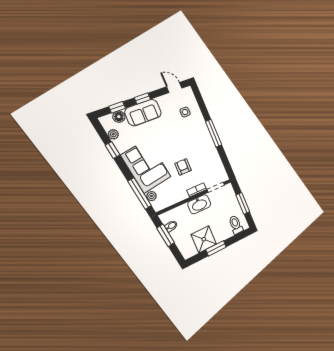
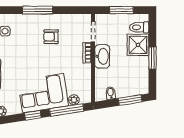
window: (113, 150) -> (33, 115), moved
armchair: (183, 167) -> (51, 37), moved
window: (166, 235) -> (130, 100), moved
shower: (204, 239) -> (138, 45), moved

